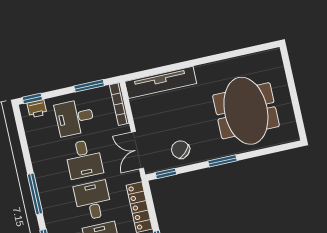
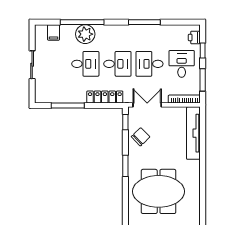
window: (32, 98) -> (203, 51), moved
window: (35, 194) -> (144, 22), moved

